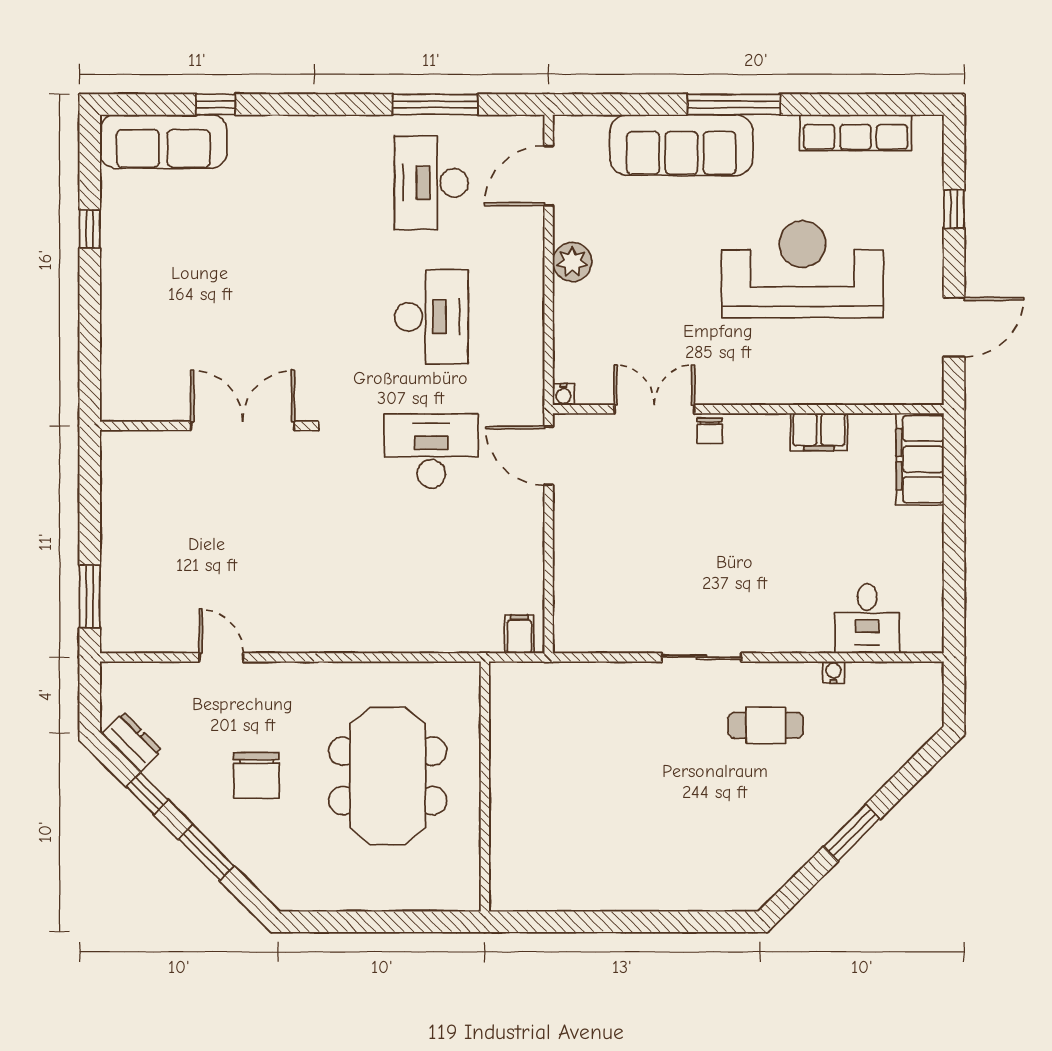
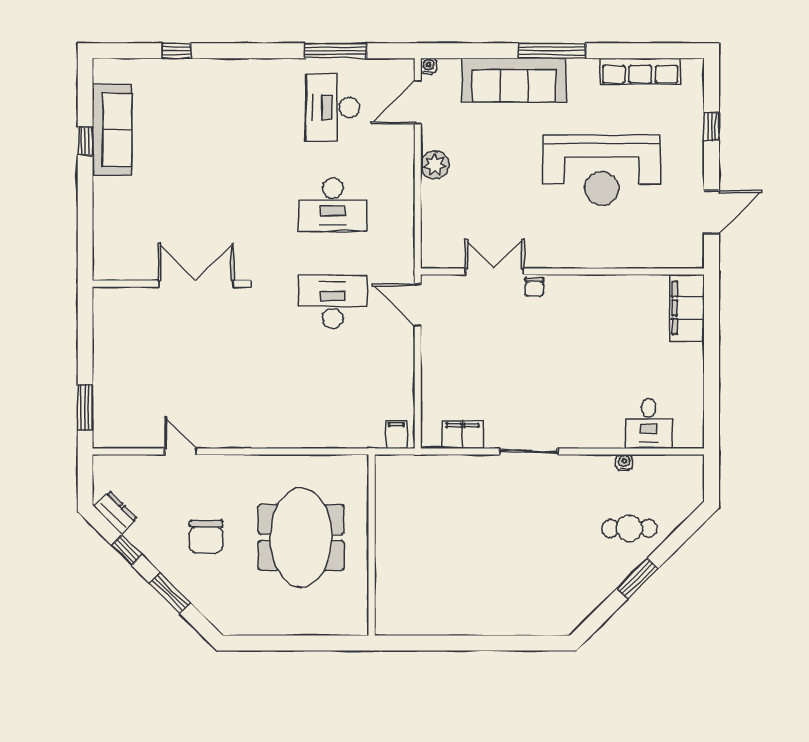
sofa: (163, 141) -> (112, 130), moved, turned -90
reception desk: (802, 269) -> (602, 170), turned 180
desk: (431, 317) -> (333, 205), turned 90
water cooler: (563, 394) -> (429, 66), moved, turned 180
filing cabinet: (819, 432) -> (463, 435), moved, turned 180
cafe table: (766, 725) -> (629, 528), moved

